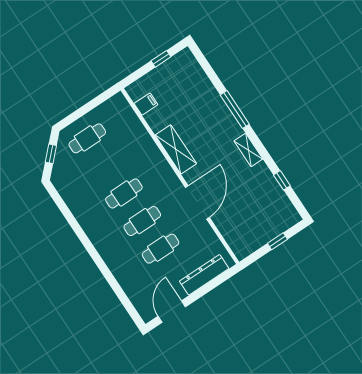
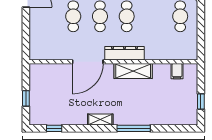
window: (282, 180) -> (54, 128), moved
door: (197, 202) -> (88, 62), hinge flipped
dresser: (204, 275) -> (124, 53), moved, turned -90

